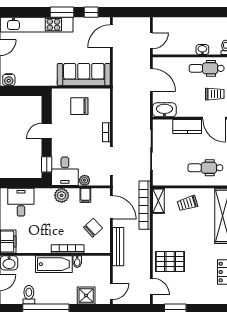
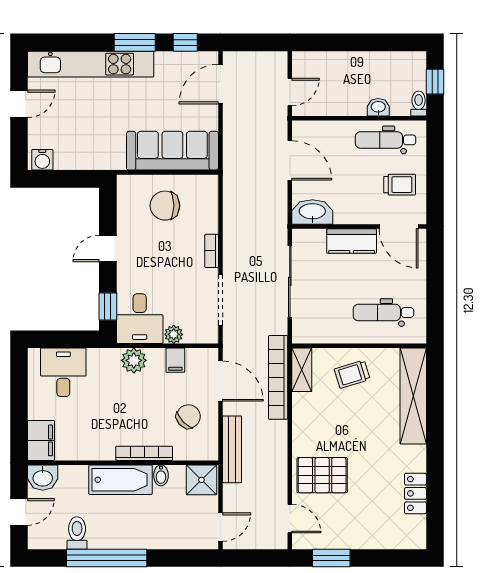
shower: (86, 296) -> (202, 480), moved

